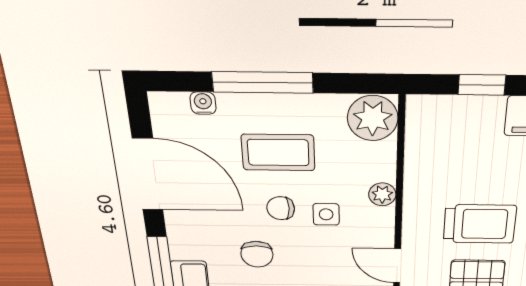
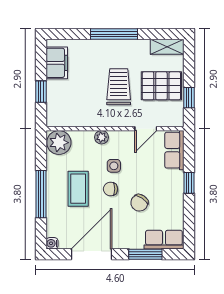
water cooler: (203, 103) -> (52, 243), moved
chair: (281, 208) -> (110, 189), turned 90
chair: (257, 254) -> (139, 203), turned 123

